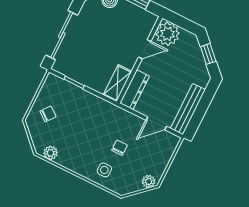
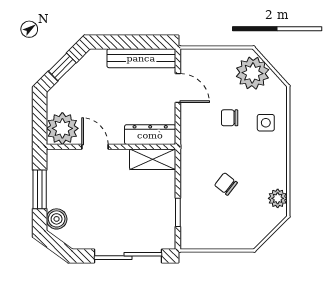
chair: (48, 114) -> (226, 184), moved
plant: (149, 181) -> (253, 73), width x1.88, depth x1.88

